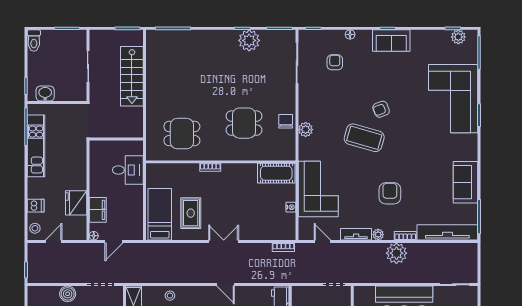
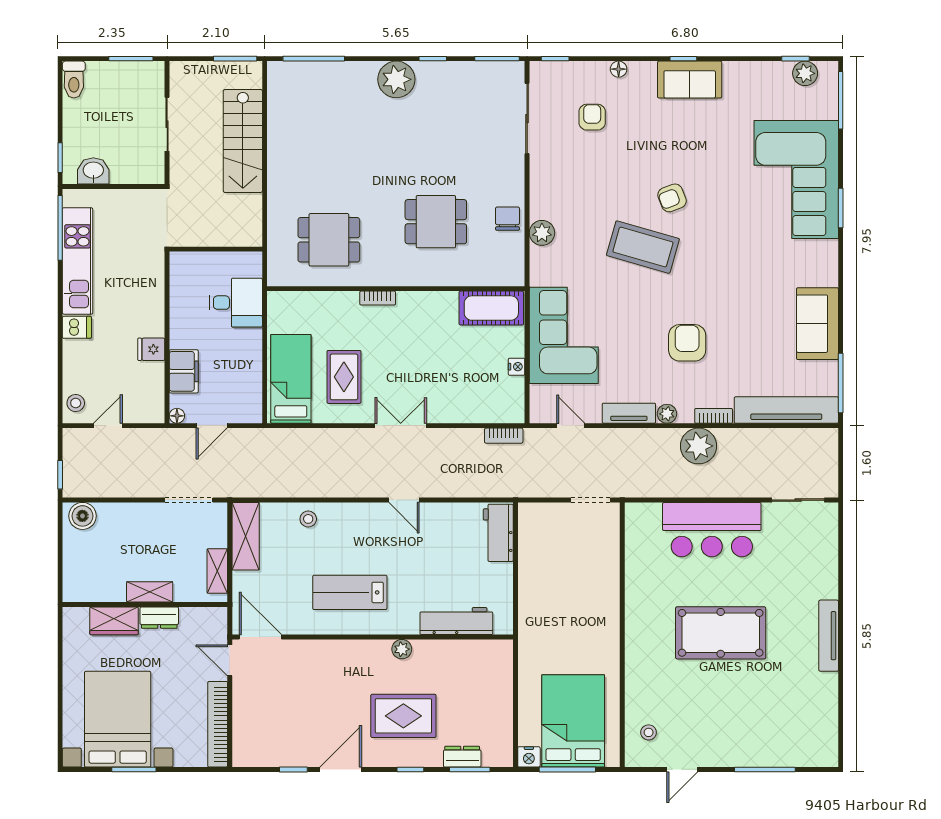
plant: (249, 40) -> (396, 79), moved
fridge: (76, 203) -> (151, 349), width x0.53, depth x0.75
dishwasher: (36, 206) -> (77, 327), moved
boiler: (68, 294) -> (82, 516), moved

